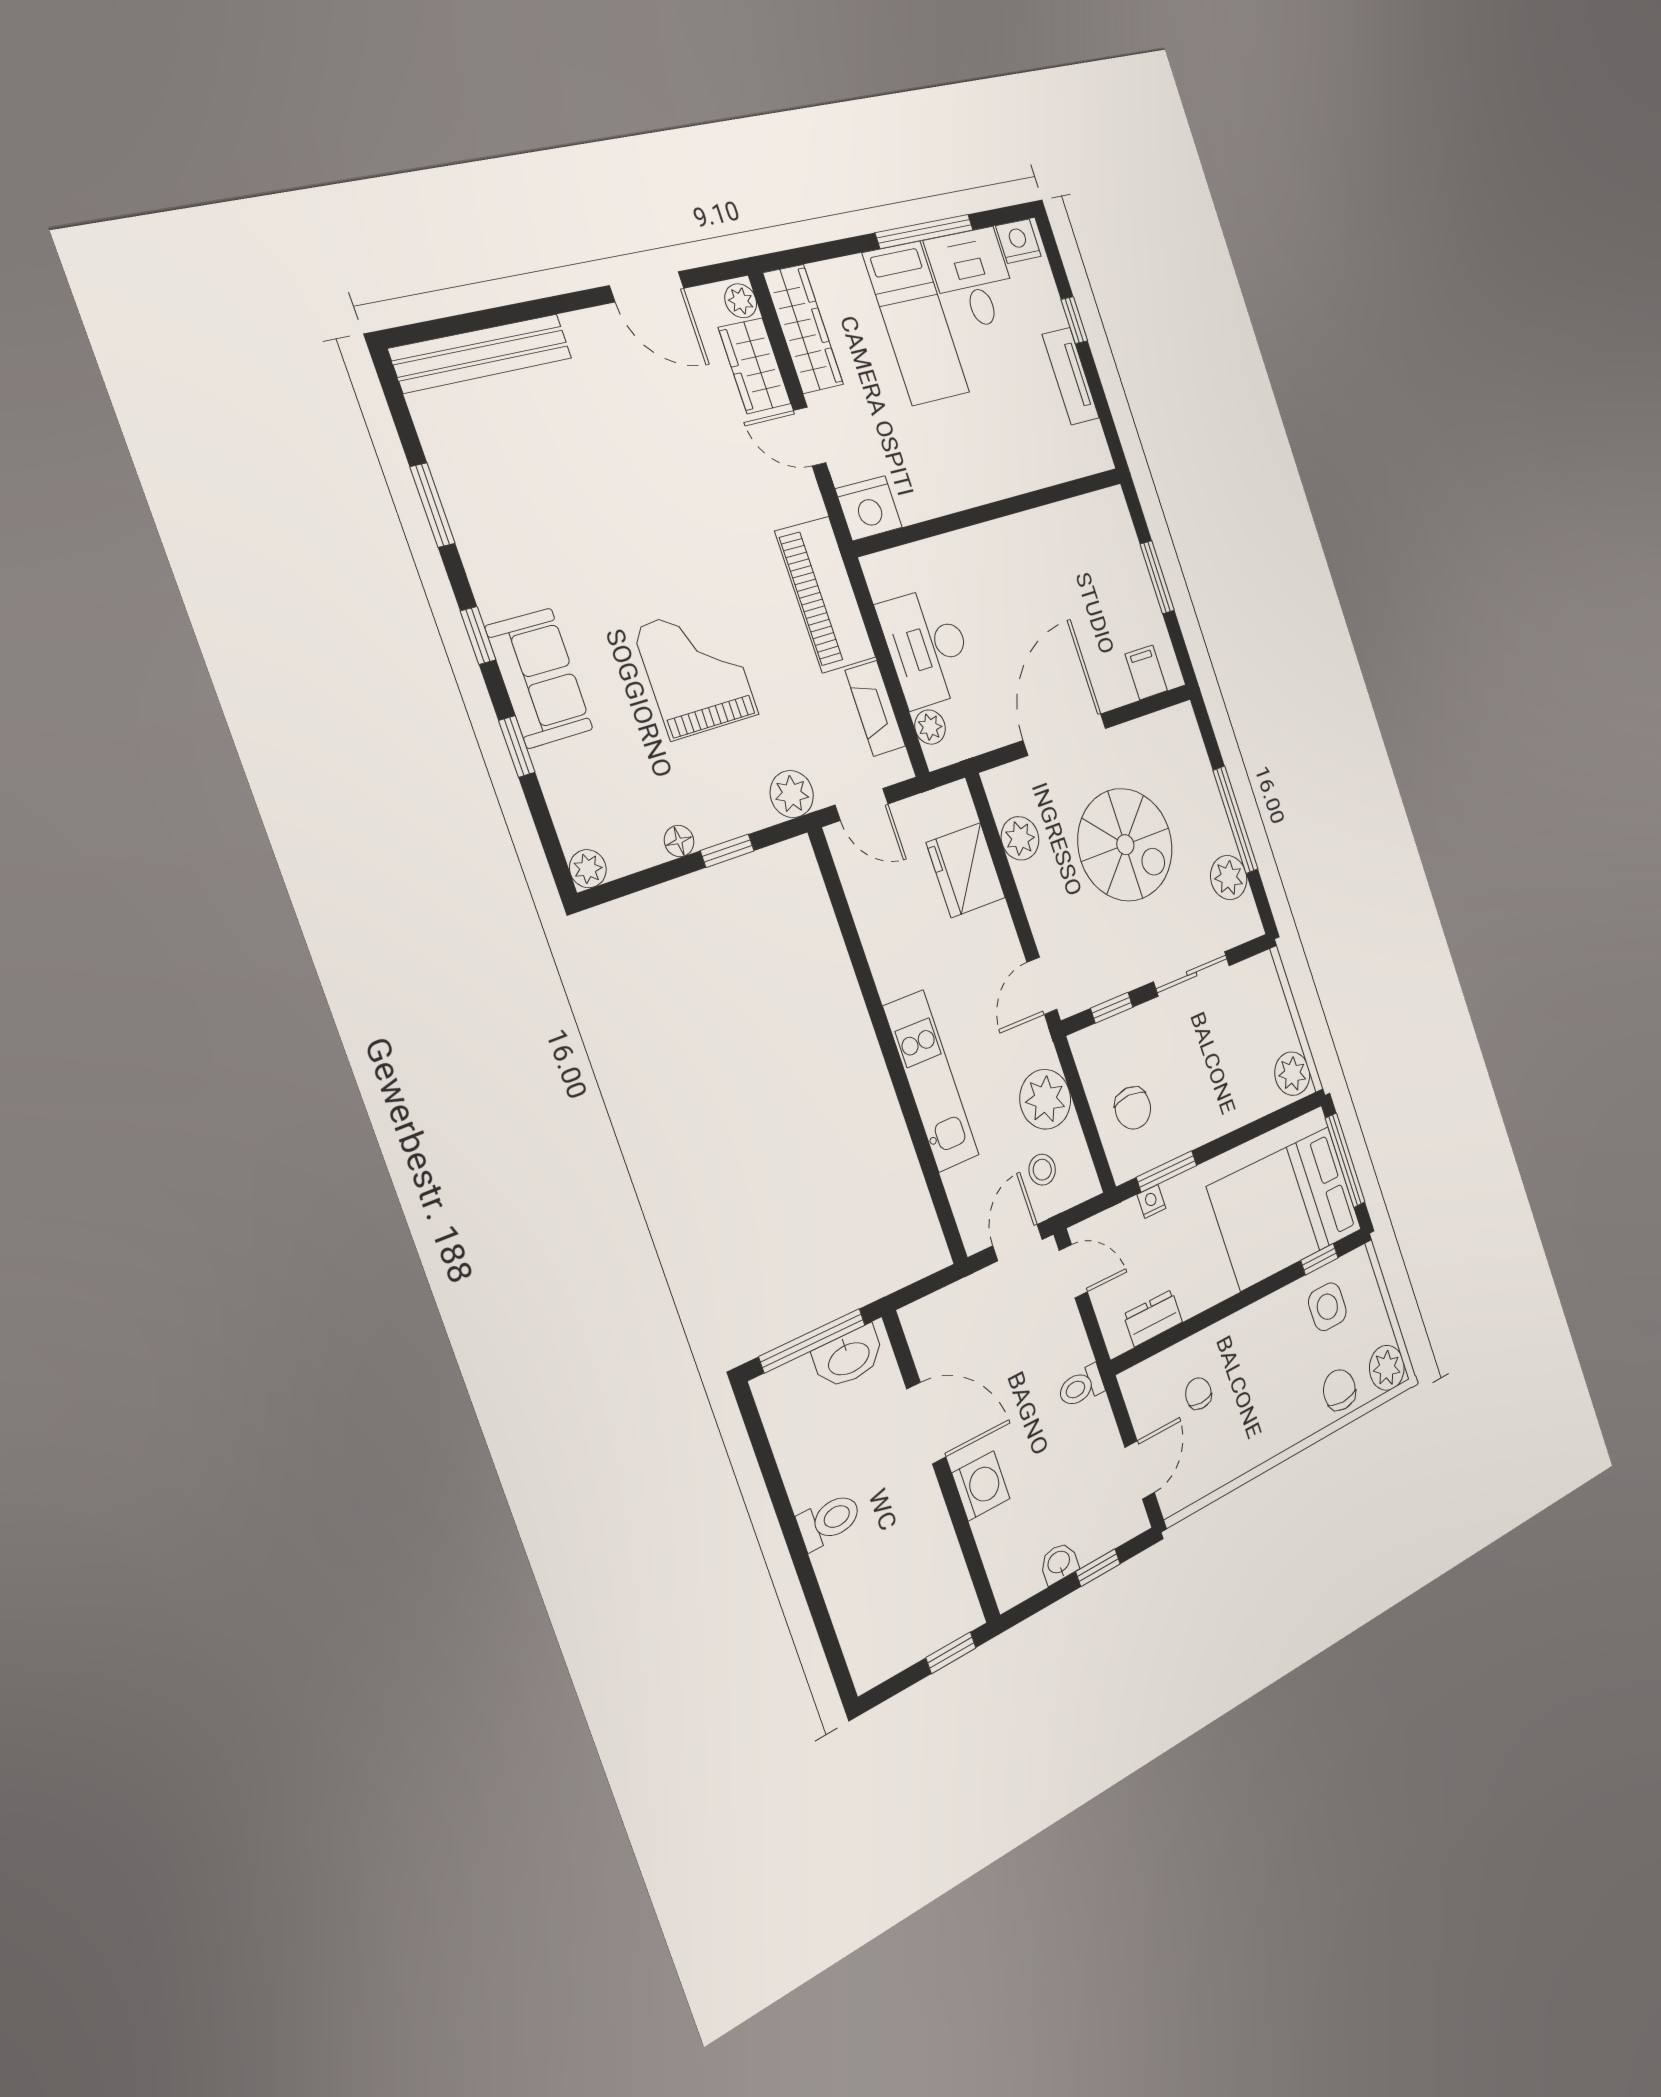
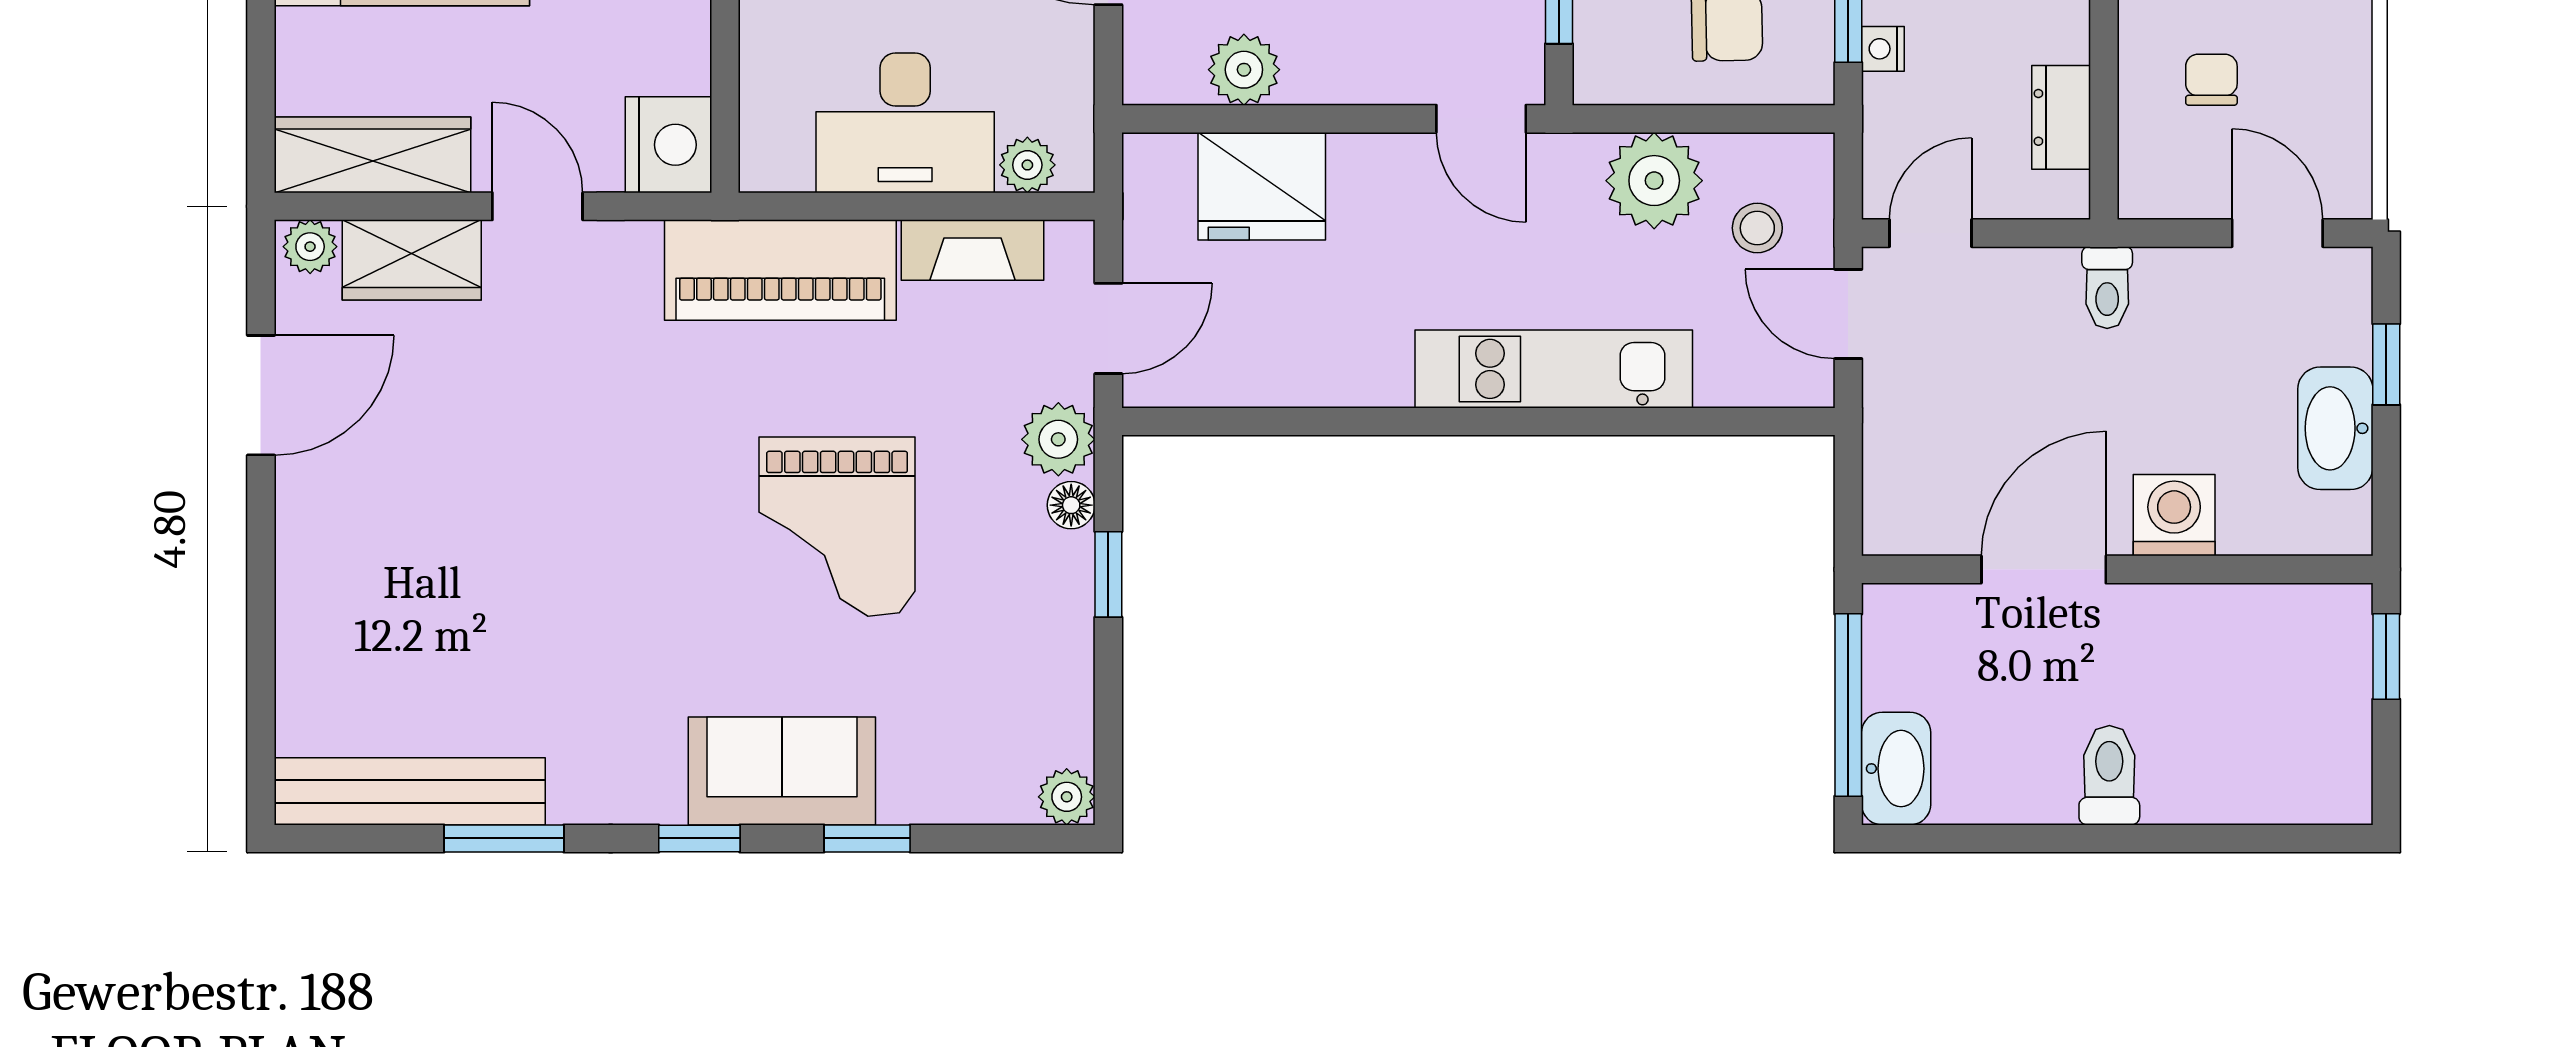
bench: (481, 353) -> (410, 791), moved, turned 90
door: (810, 437) -> (537, 206), swing flipped
grand piano: (696, 671) -> (837, 527), turned -90
floor lamp: (679, 841) -> (1071, 505), moved
washbasin: (848, 1357) -> (1896, 769), moved
chair: (1198, 1394) -> (2211, 80), turned 90
washbasin: (1059, 1563) -> (2335, 428), width x1.91, depth x1.45

